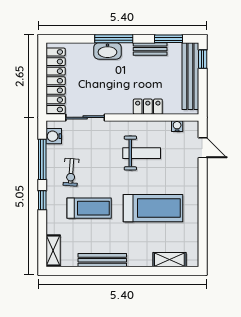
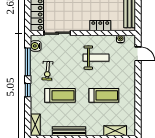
treadmill: (153, 208) -> (104, 95), width x0.73, depth x0.73

